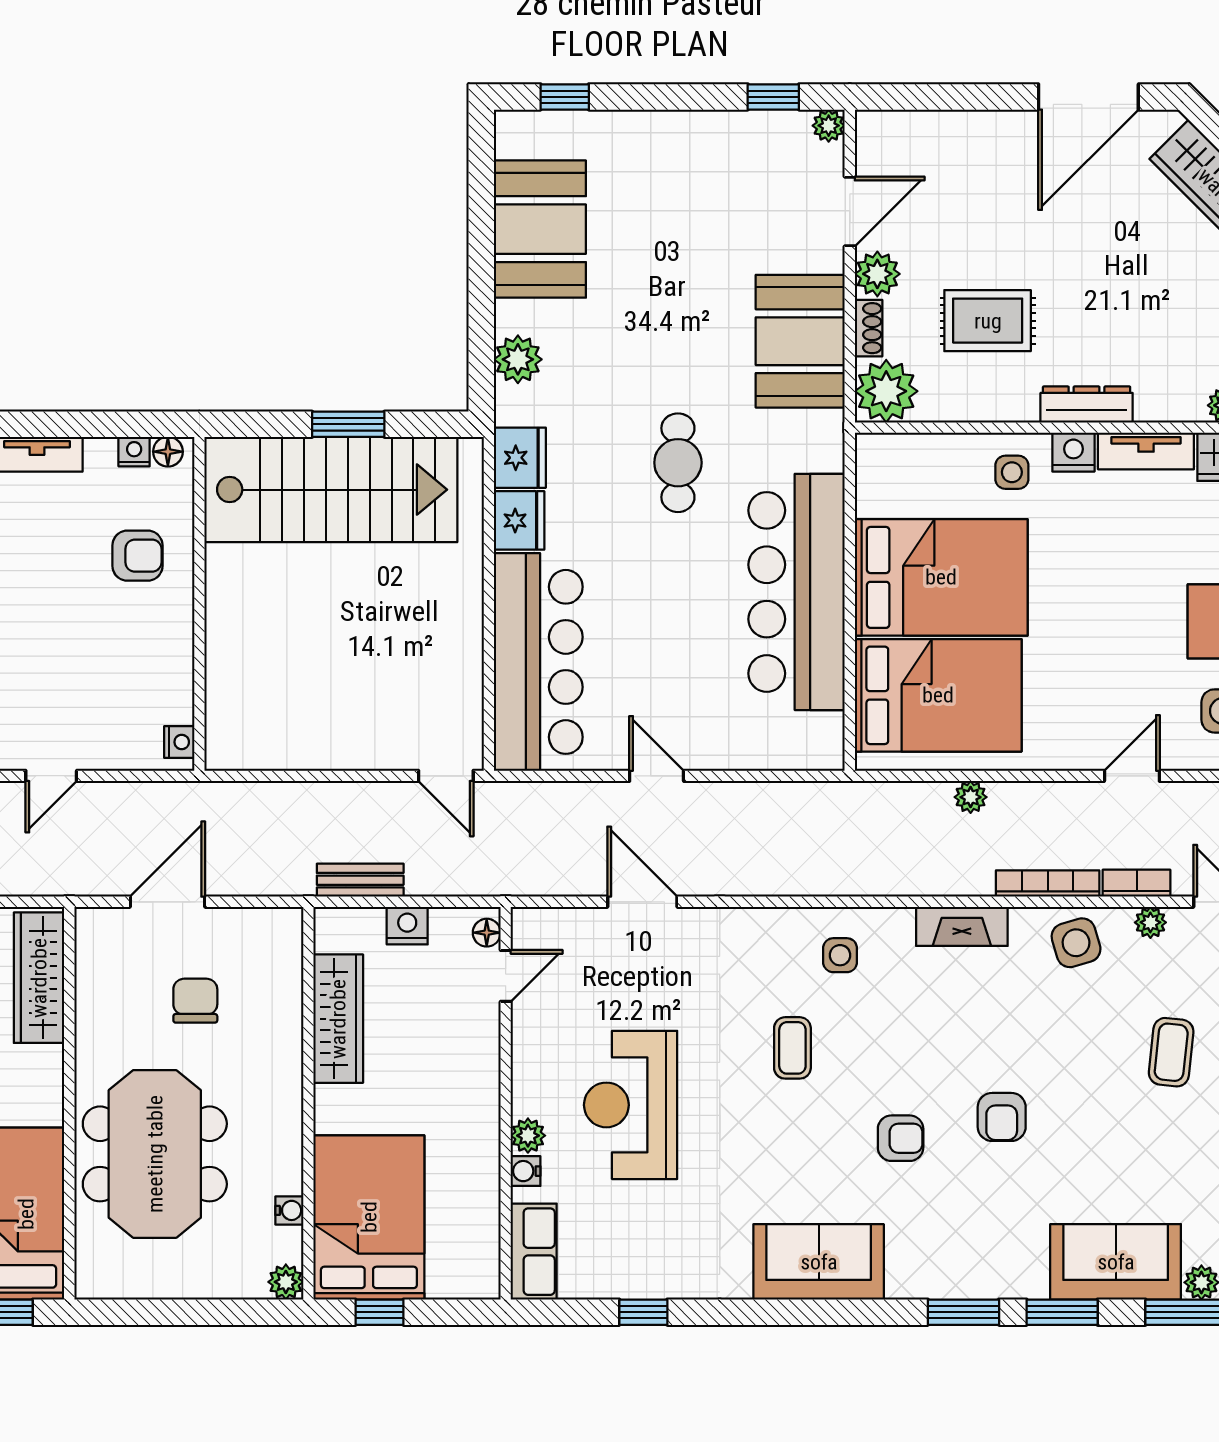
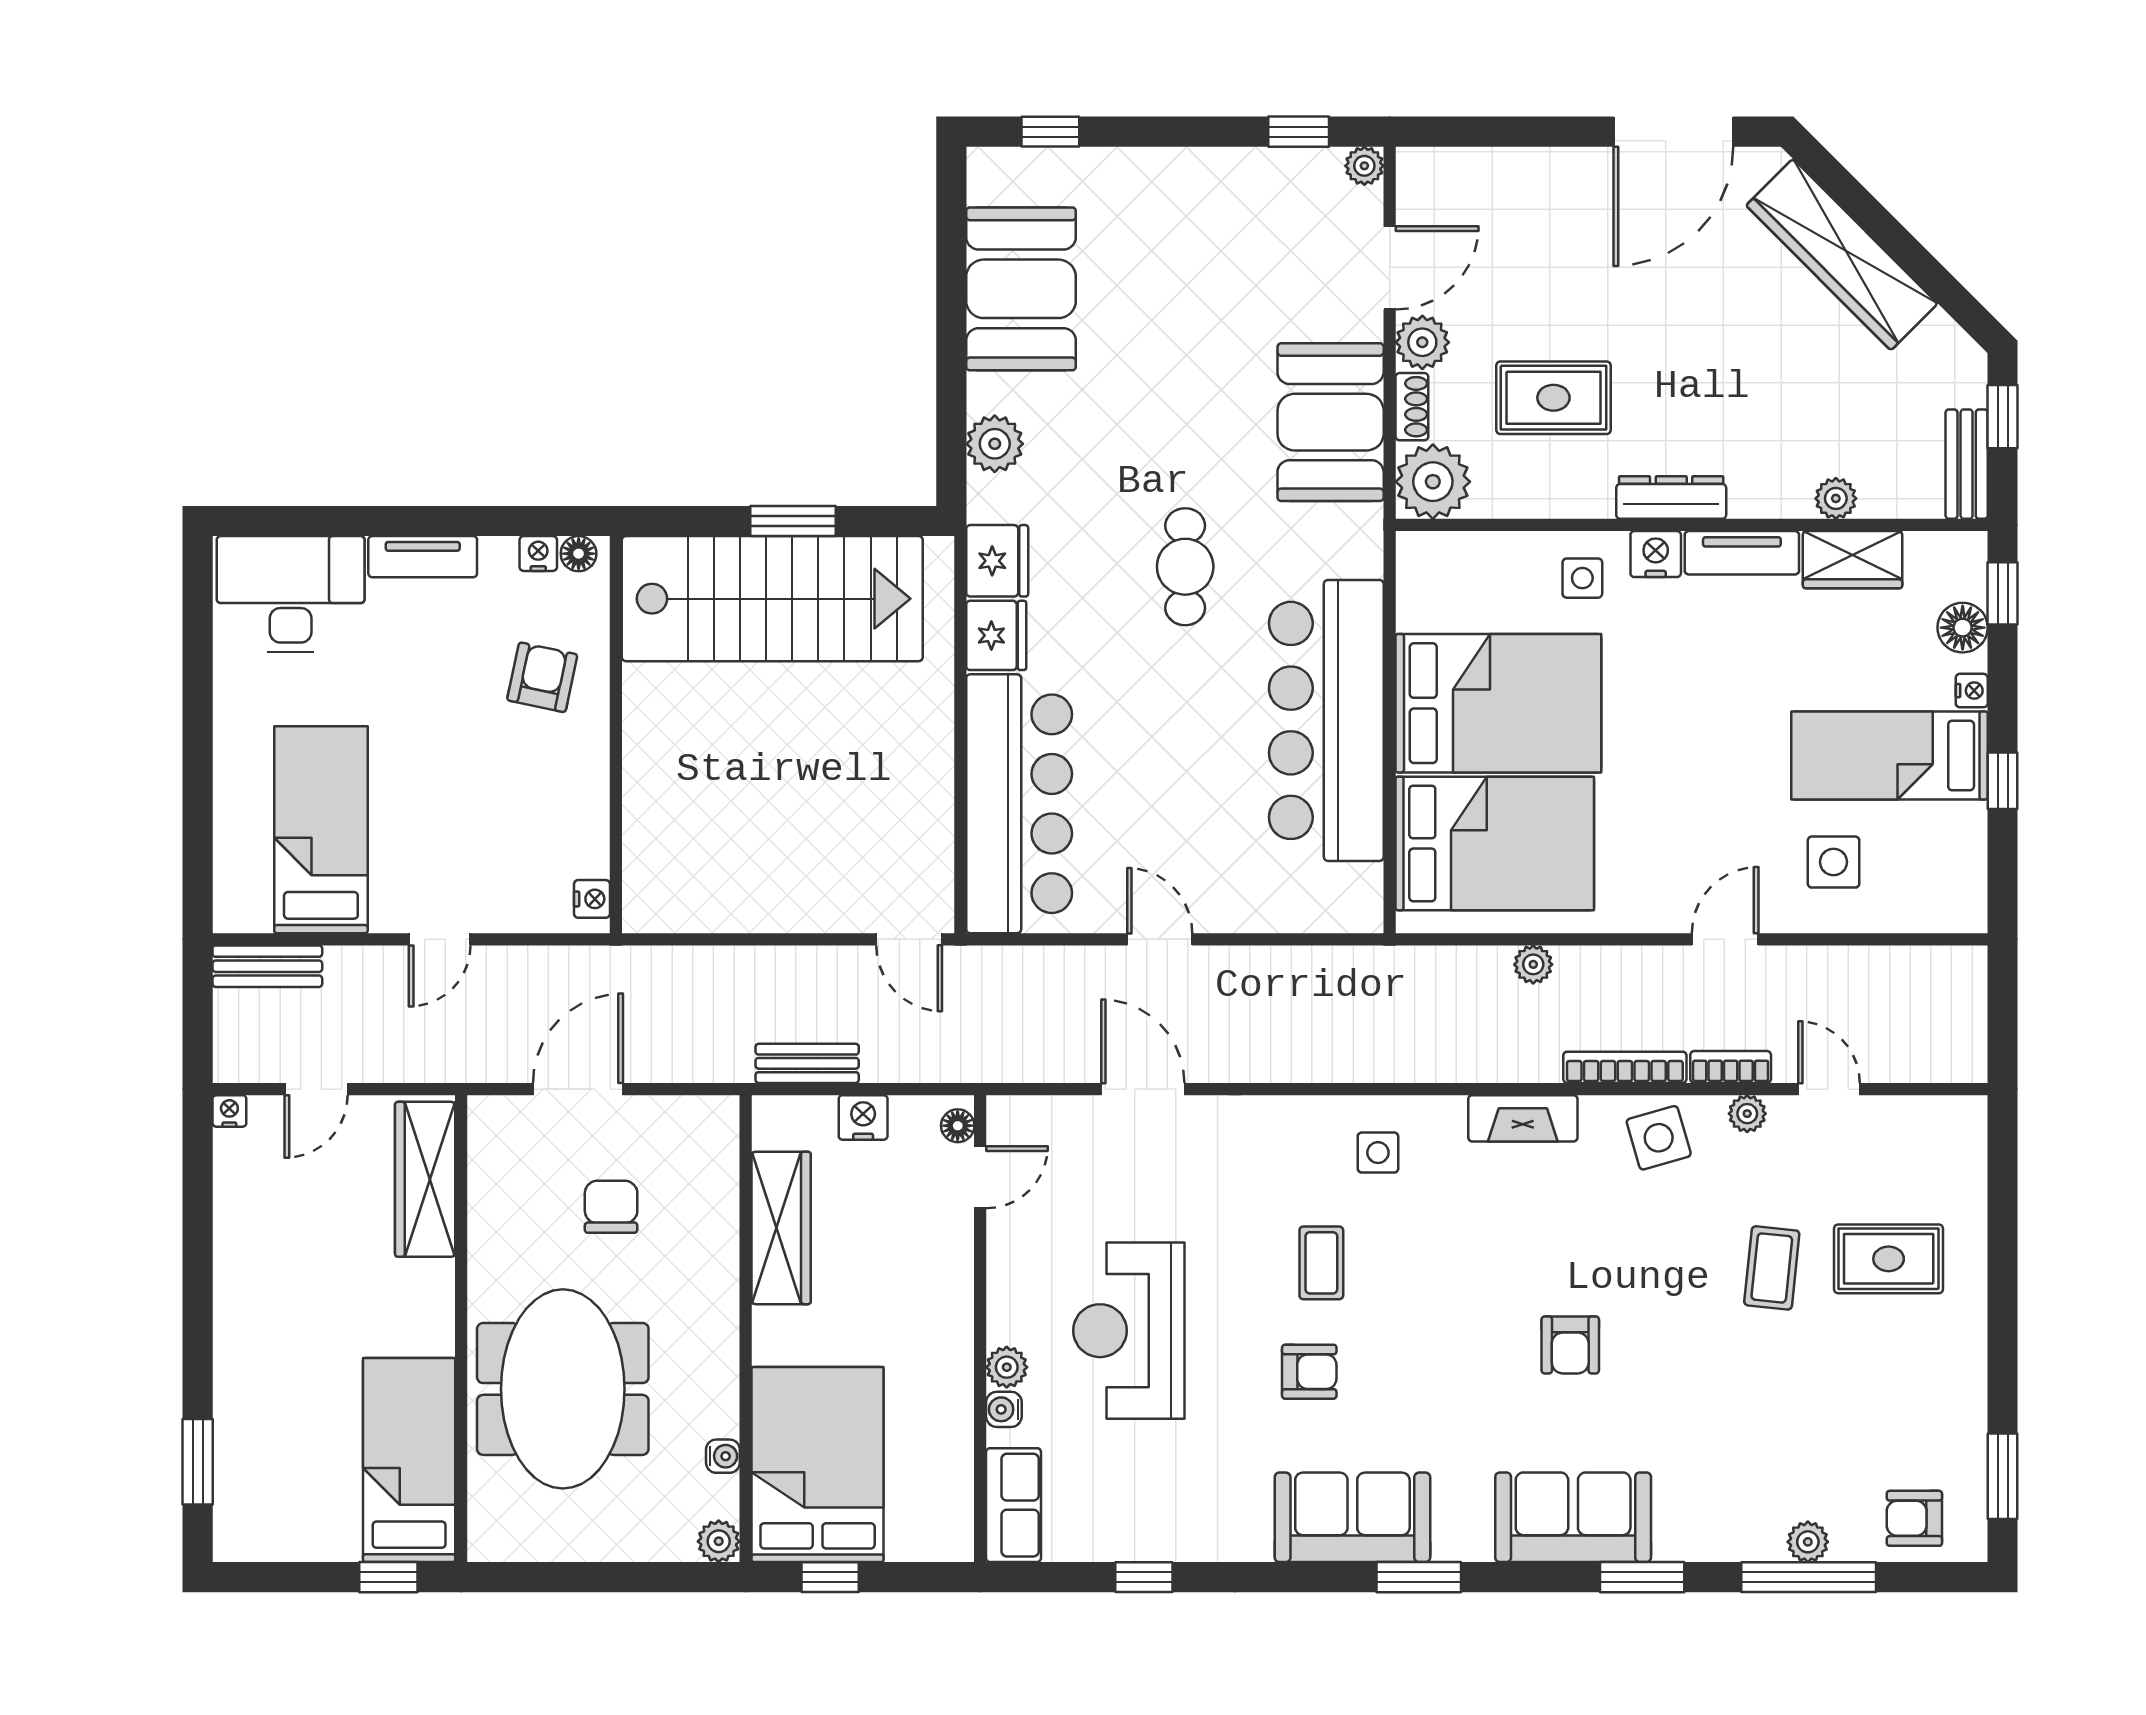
armchair: (137, 556) -> (542, 677), turned -78
armchair: (901, 1138) -> (1309, 1372), moved
sofa: (1116, 1262) -> (1573, 1517), moved
window: (963, 1312) -> (1419, 1577), moved

